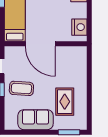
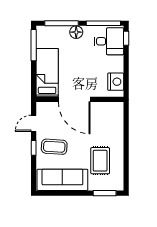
sofa: (36, 120) -> (62, 180), width x1.36

